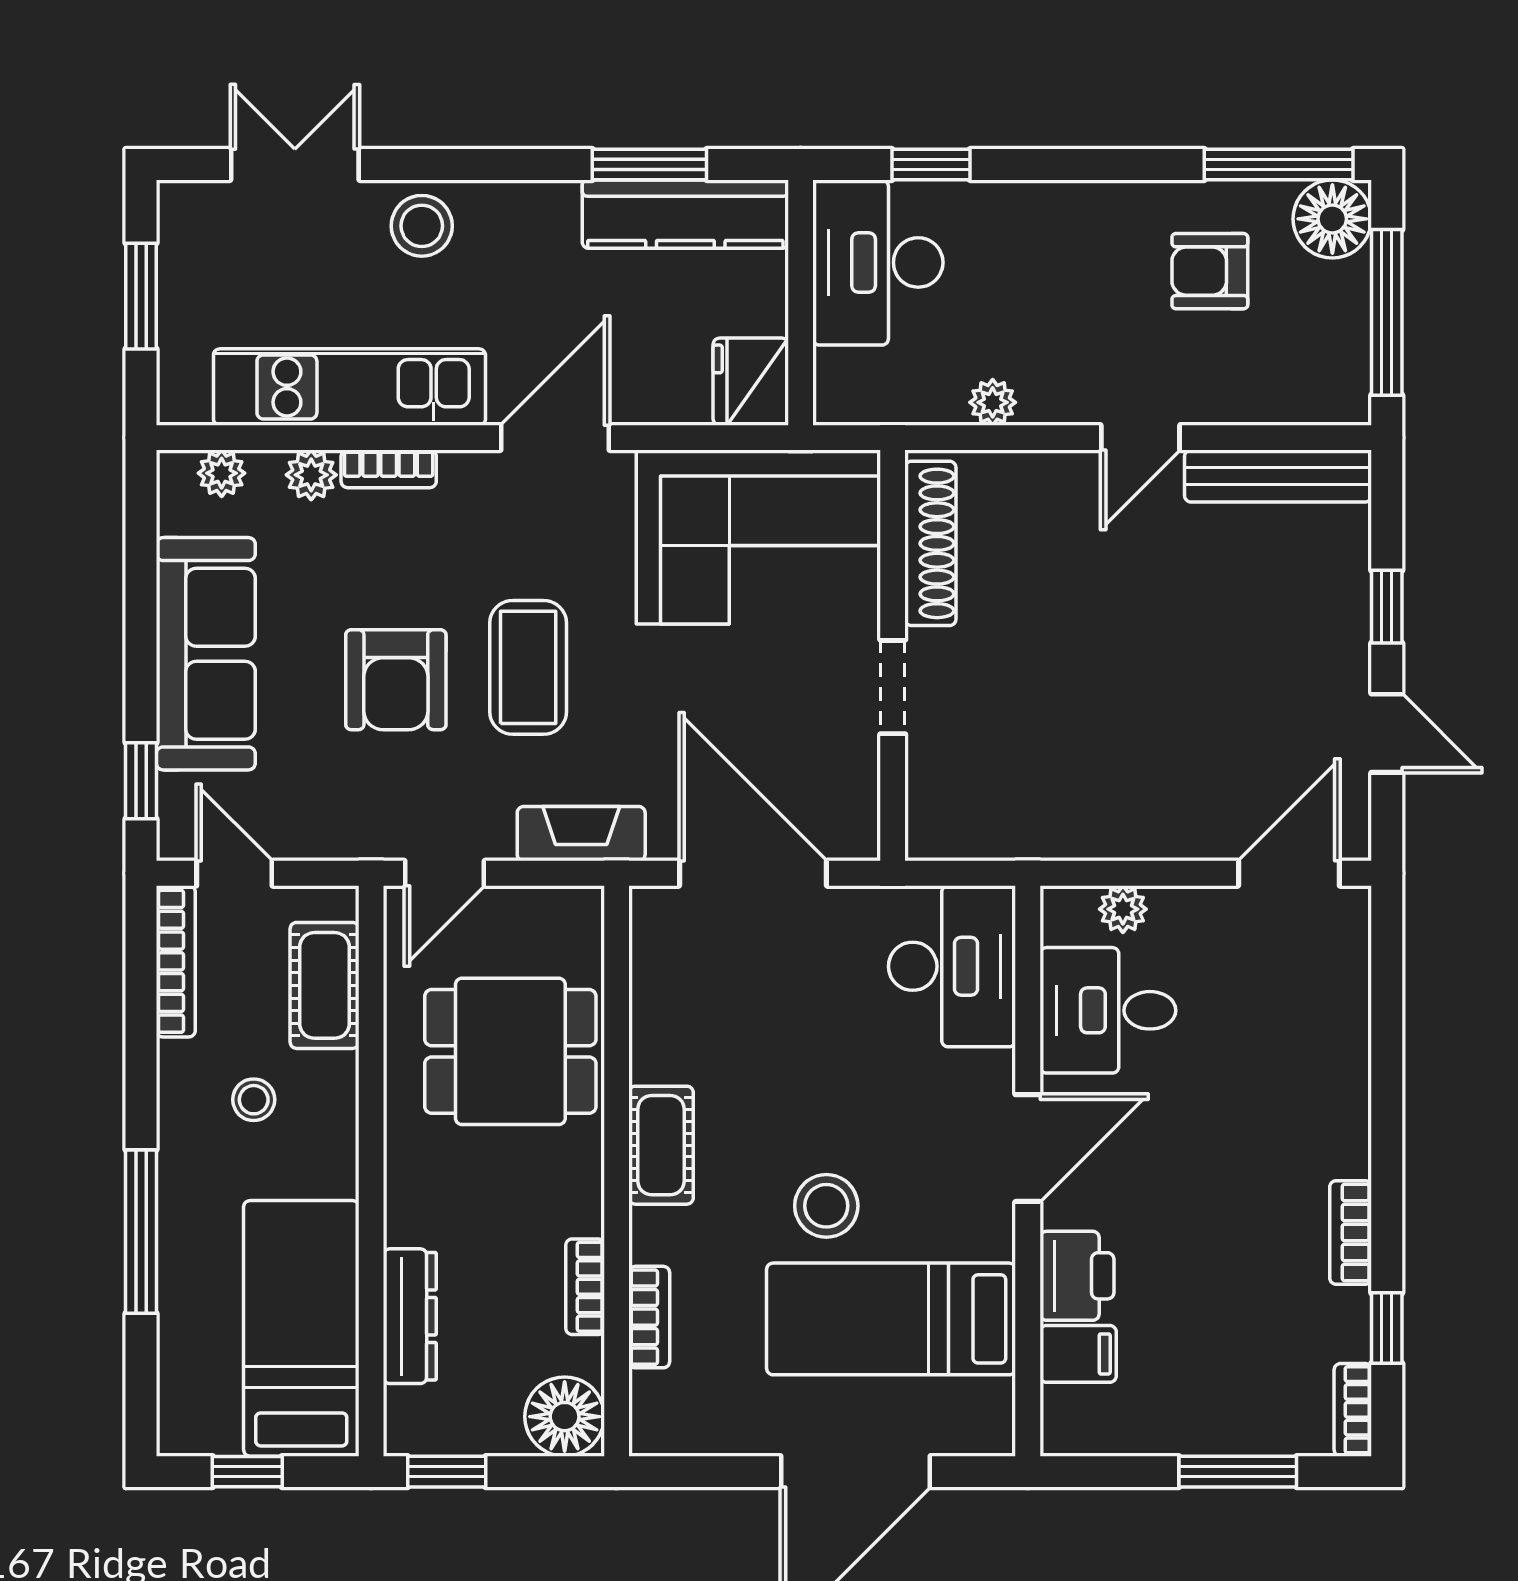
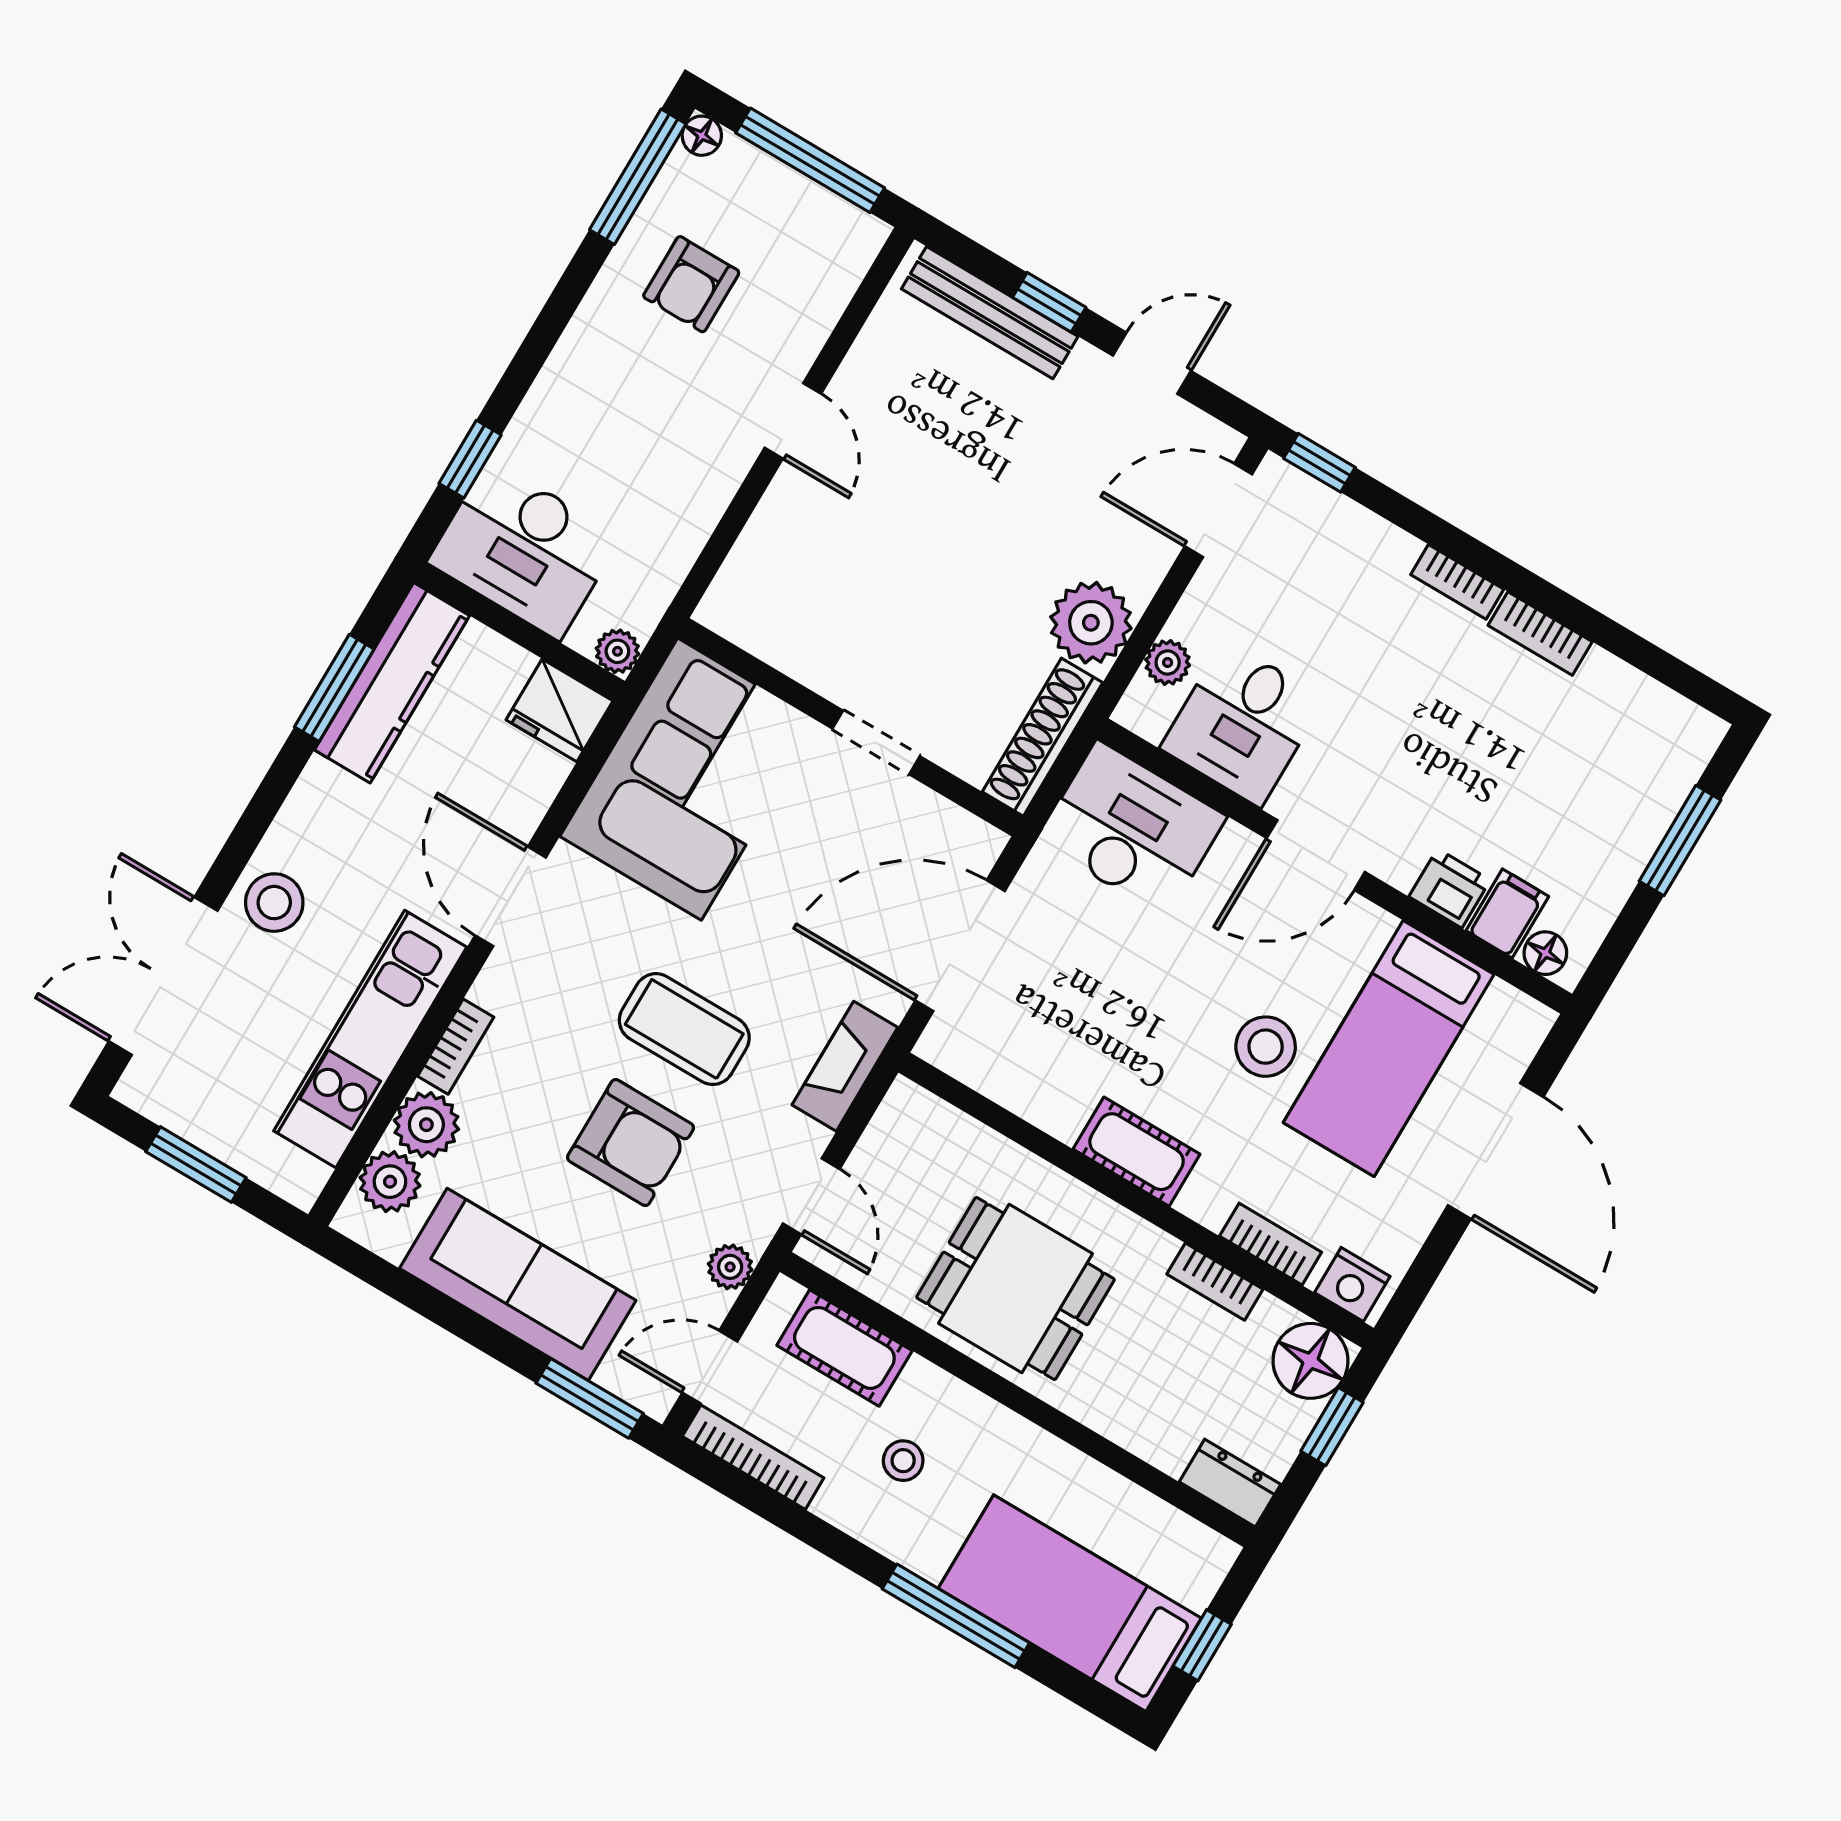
double door: (295, 164) -> (163, 976), width x1.37
floor lamp: (1332, 219) -> (702, 136), width x0.53, depth x0.53
plant: (993, 402) -> (617, 651), moved
plant: (222, 473) -> (390, 1182), width x1.38, depth x1.38
plant: (311, 475) -> (426, 1125), width x1.38, depth x1.38
bench: (1278, 476) -> (990, 313), moved, turned 90
shoe rack: (930, 543) -> (1042, 737), moved, turned -90
window: (141, 781) -> (590, 1398), width x1.50
plant: (1118, 818) -> (1091, 623), added
plant: (336, 838) -> (730, 1267), added
door: (1289, 873) -> (1219, 510), hinge flipped
dining table: (510, 1051) -> (1016, 1288), moved, turned 90
door: (1028, 1148) -> (1316, 855), swing flipped
printer: (1077, 1276) -> (1450, 888), width x0.73, depth x0.81
dresser: (410, 1316) -> (1230, 1483), moved, width x0.70
bed: (301, 1328) -> (1070, 1603), moved
window: (1387, 1328) -> (1319, 463), moved
floor lamp: (1063, 1410) -> (1545, 953), added
bookcase: (1353, 1410) -> (1457, 582), moved
nightstand: (657, 1413) -> (1352, 1284), added
window: (447, 1472) -> (1332, 1427), moved

